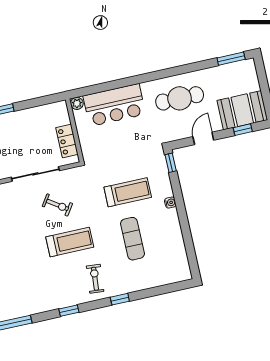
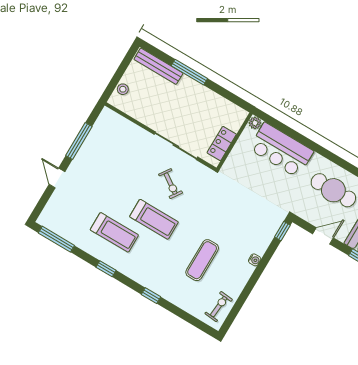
treadmill: (128, 192) -> (114, 232), moved
exercise bike: (95, 279) -> (219, 307), moved

